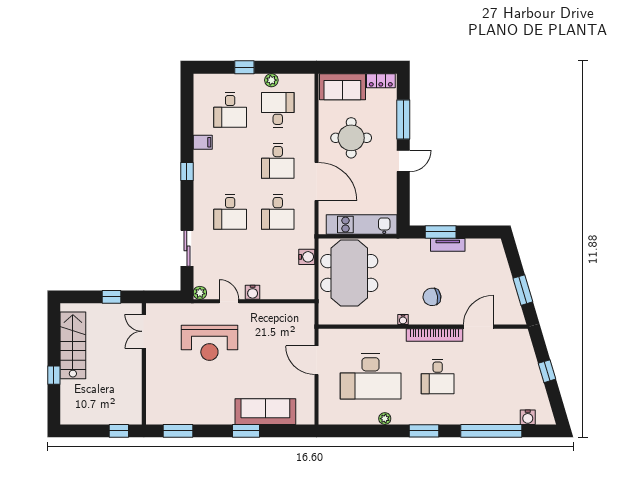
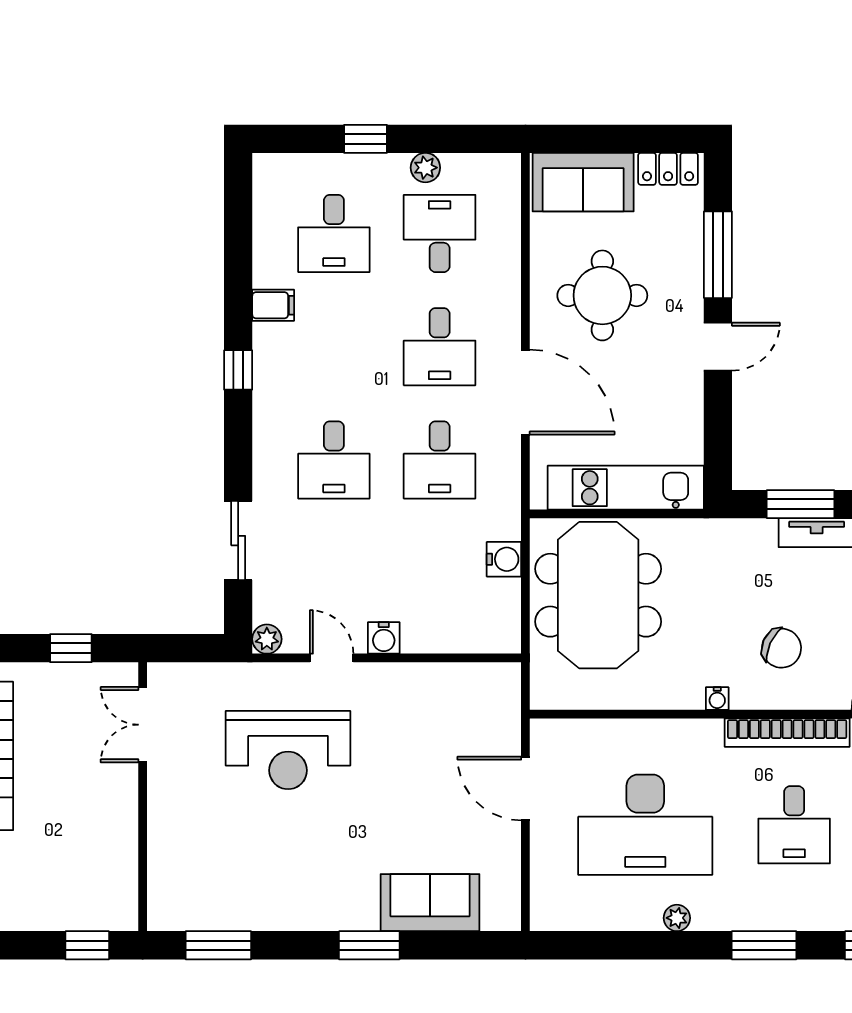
chair: (432, 297) -> (782, 648), turned -148
sofa: (265, 412) -> (430, 903), width x0.73

